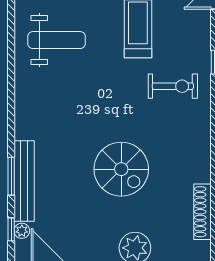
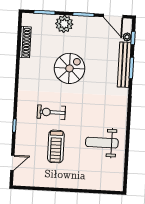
exercise bike: (173, 86) -> (51, 112), moved
spiral stairs: (121, 169) -> (70, 68), turned 90

